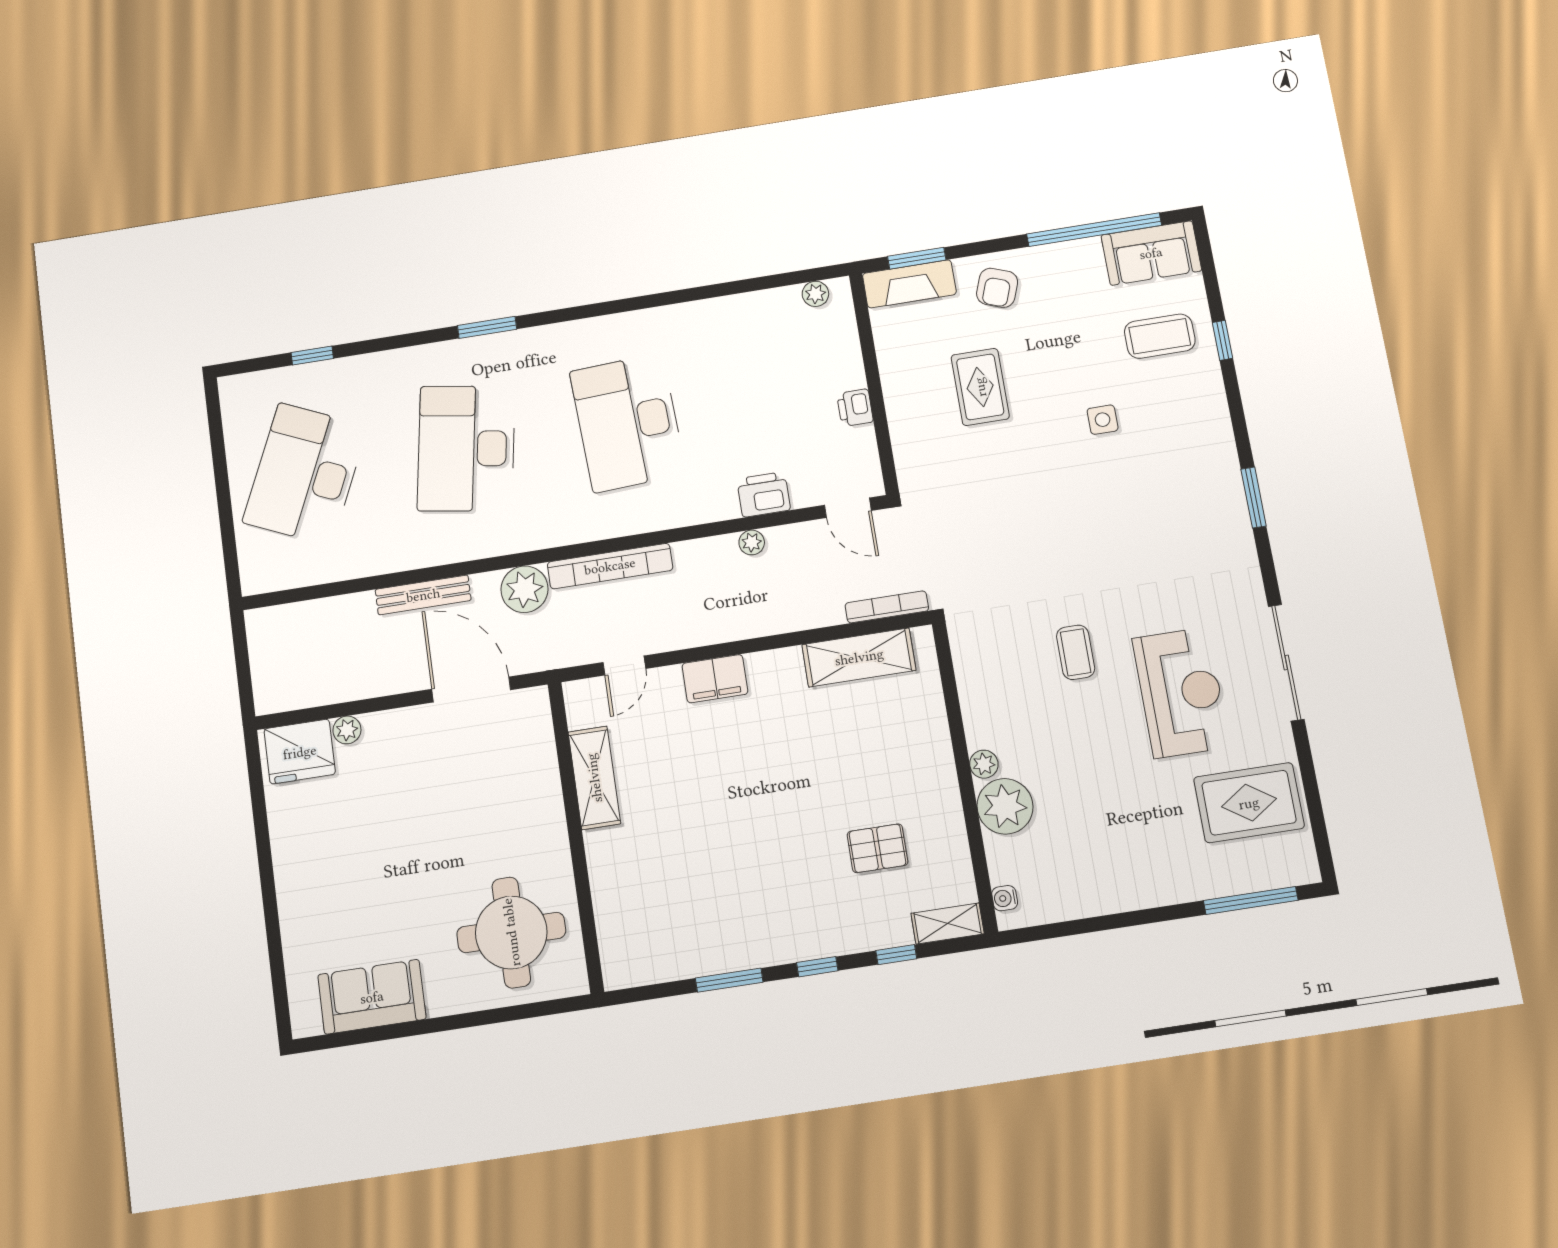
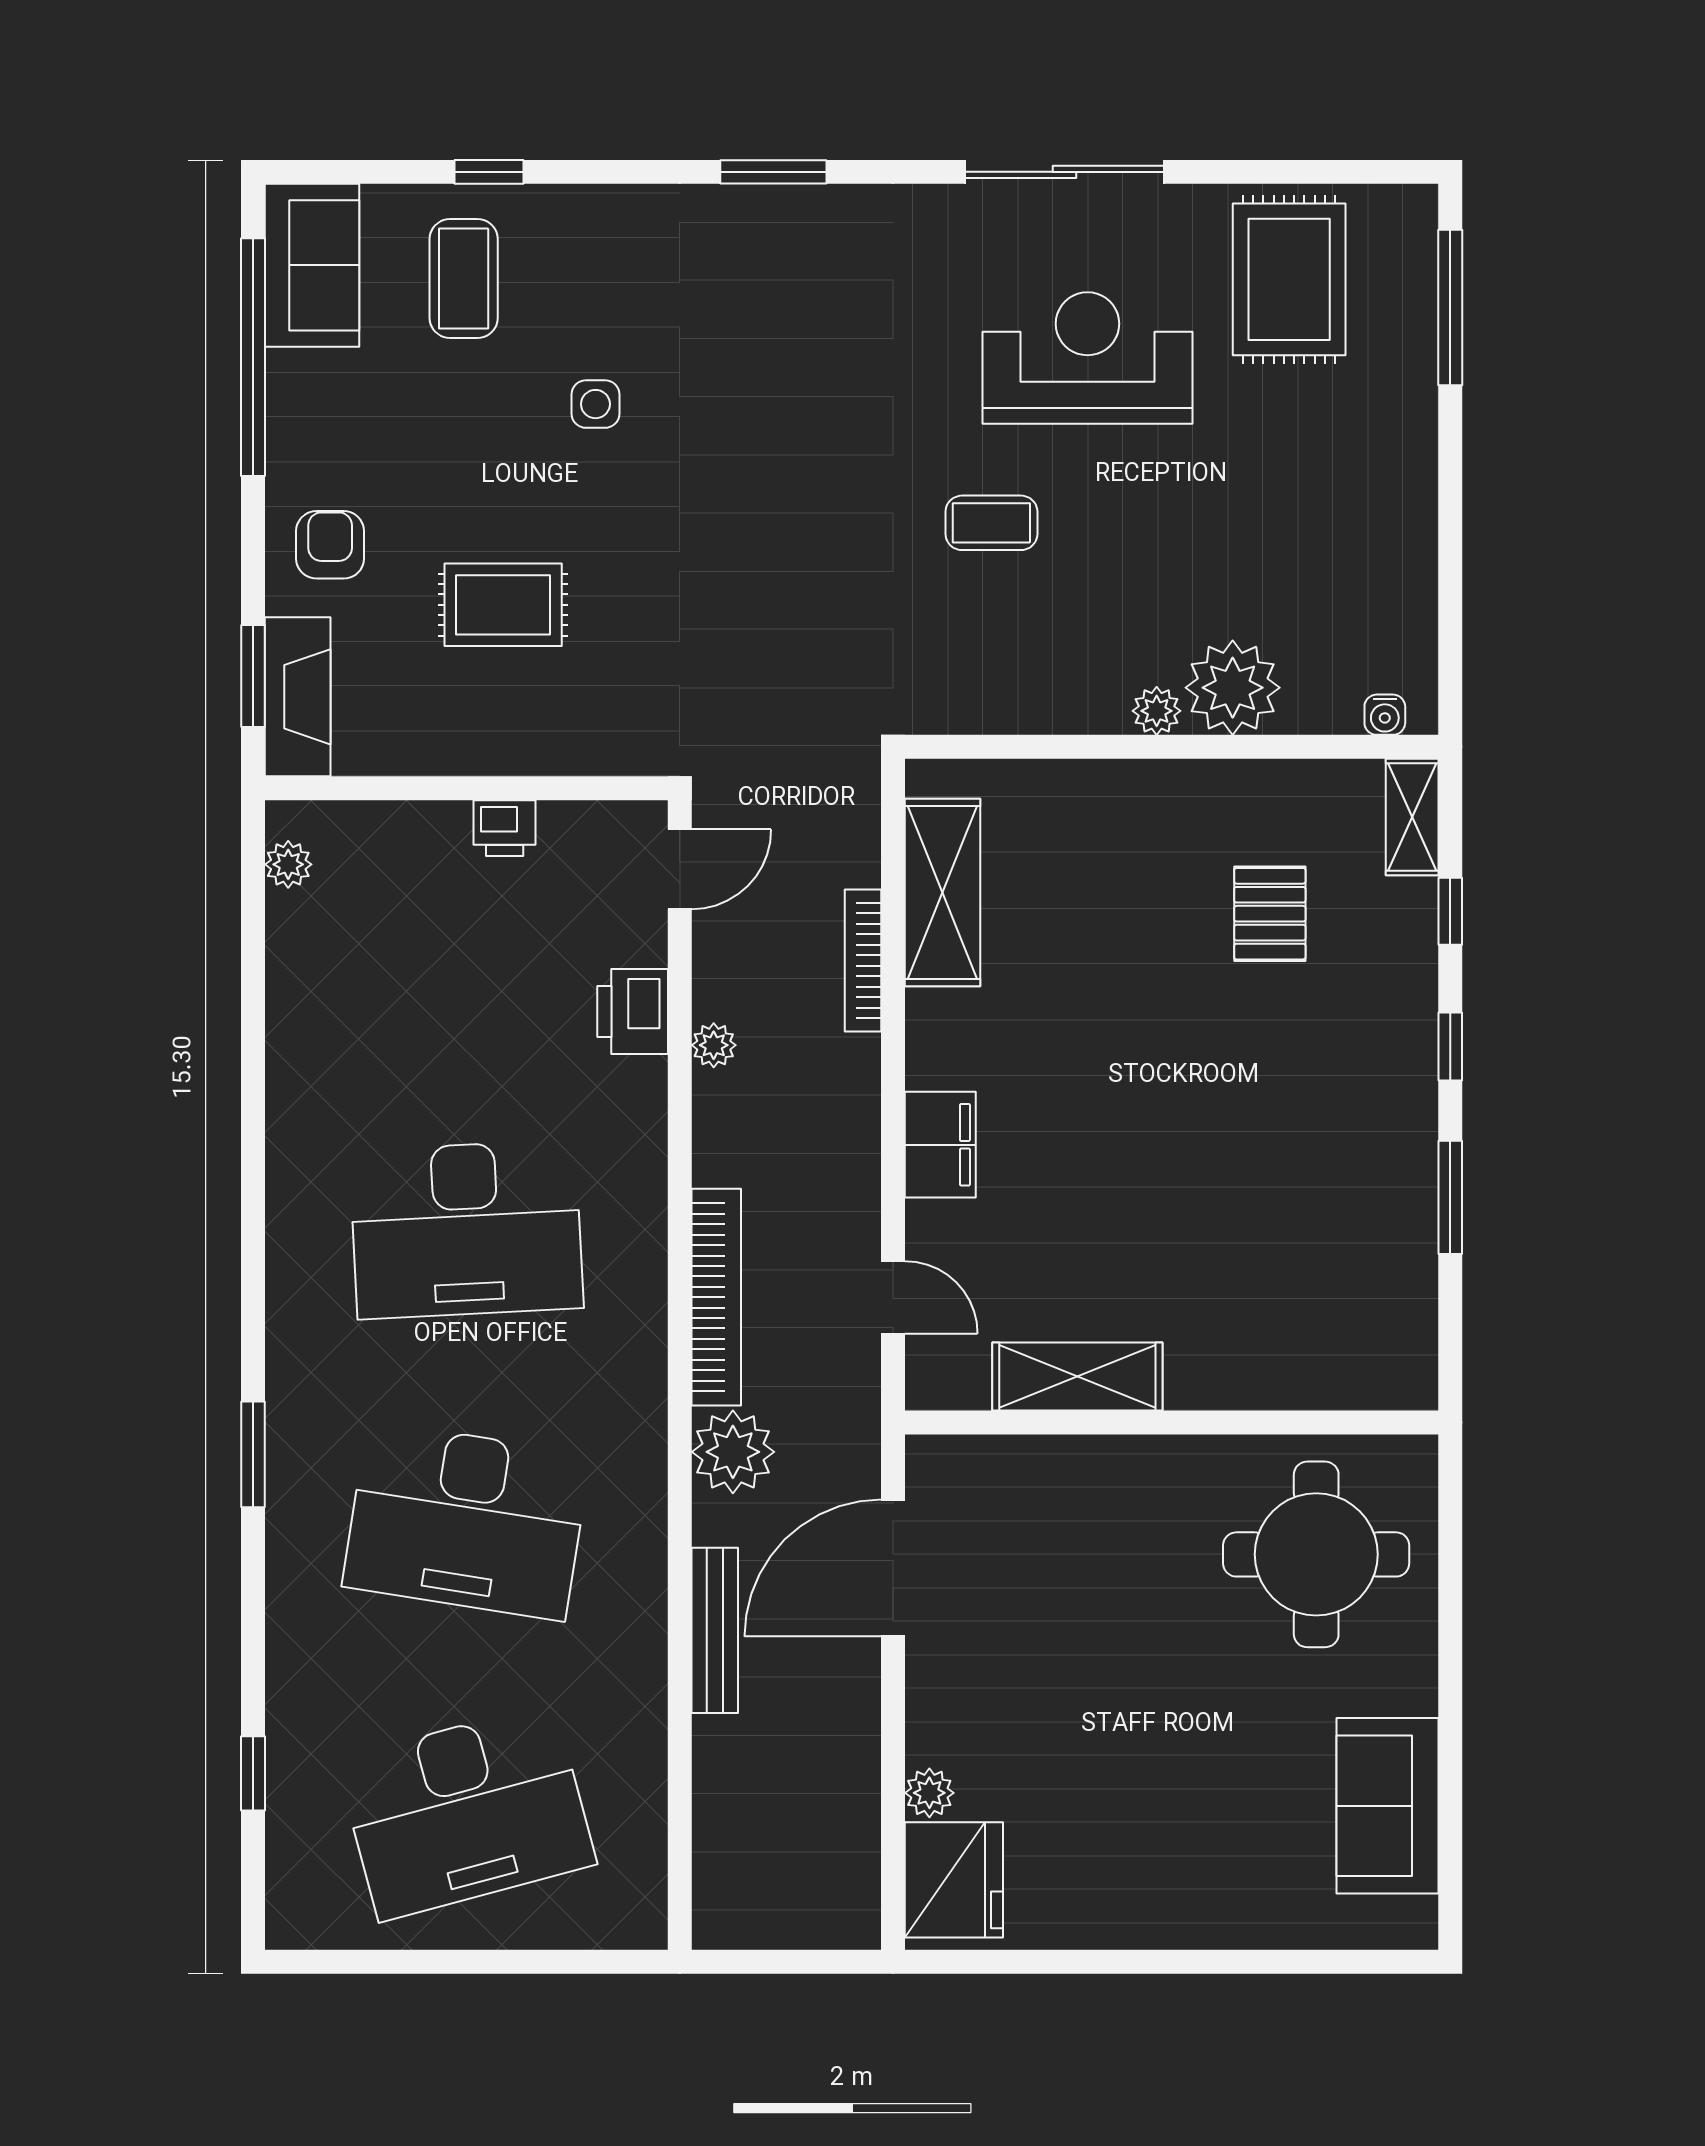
armchair: (997, 288) -> (330, 545), turned -110
desk: (305, 474) -> (466, 1812), turned -39
bookcase: (887, 607) -> (863, 961), moved

